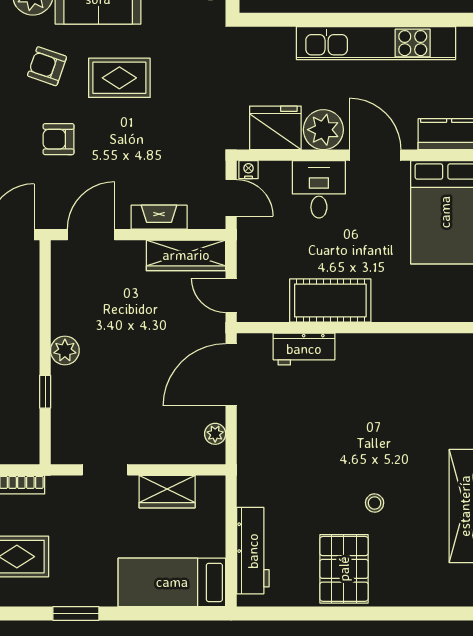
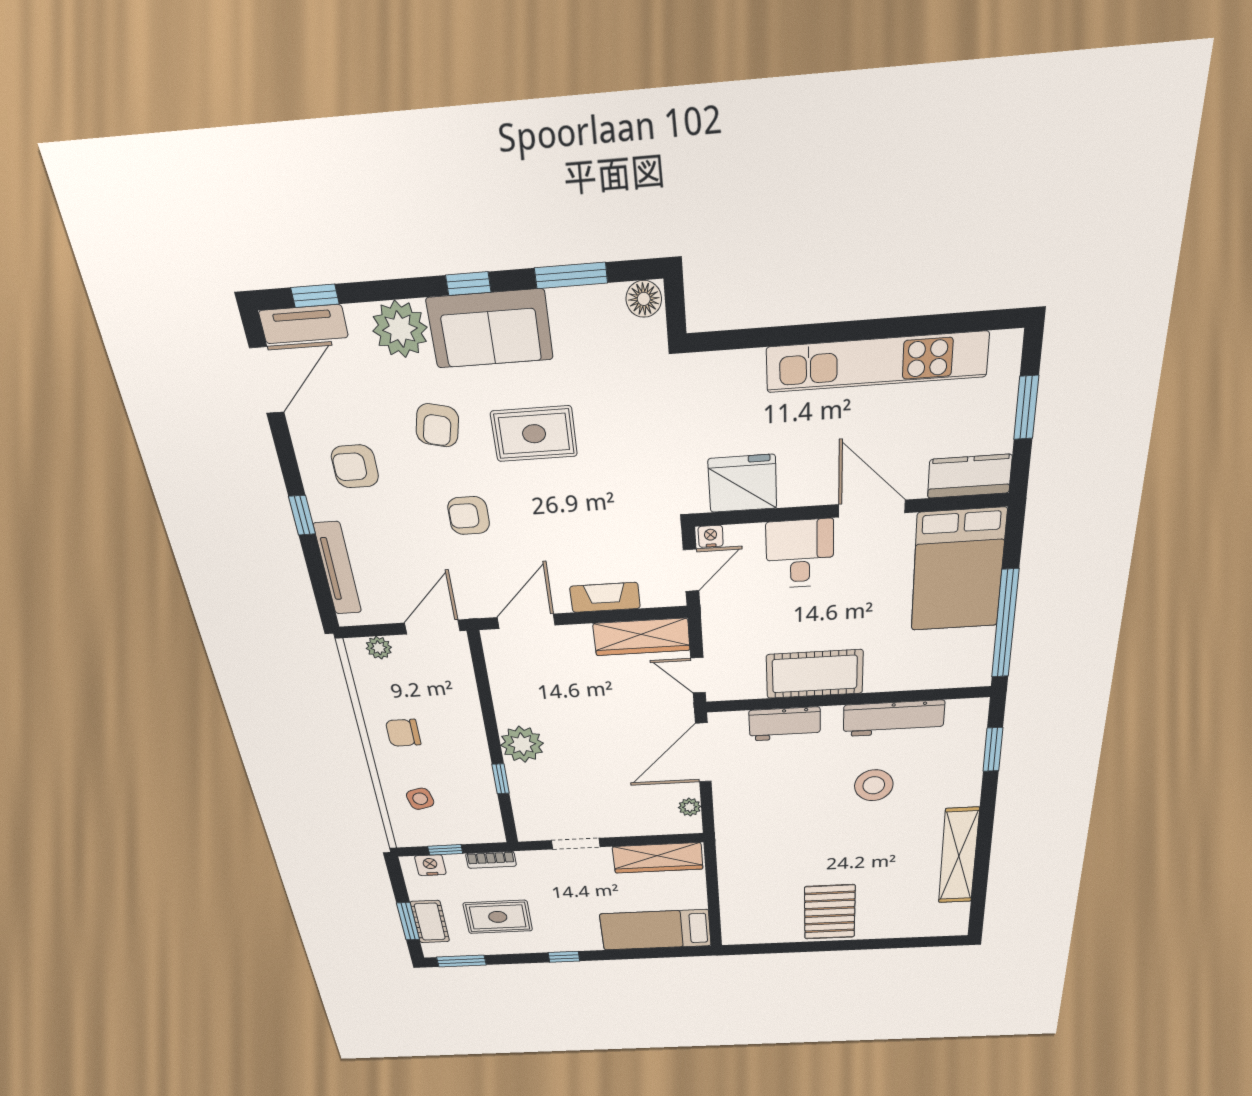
armchair: (47, 66) -> (437, 425), turned -96
plant: (323, 130) -> (805, 482), removed
door: (231, 198) -> (691, 570), hinge flipped
plant: (65, 350) -> (522, 744), width x1.36, depth x1.36
wardrobe: (167, 492) -> (658, 858), width x1.50
stool: (375, 503) -> (874, 785), moved, width x1.89, depth x1.89
workbench: (253, 551) -> (894, 718), moved, turned 90
window: (76, 613) -> (564, 957), width x0.67

